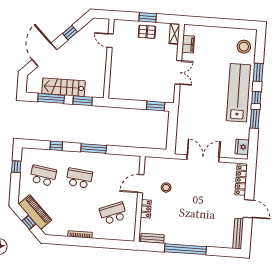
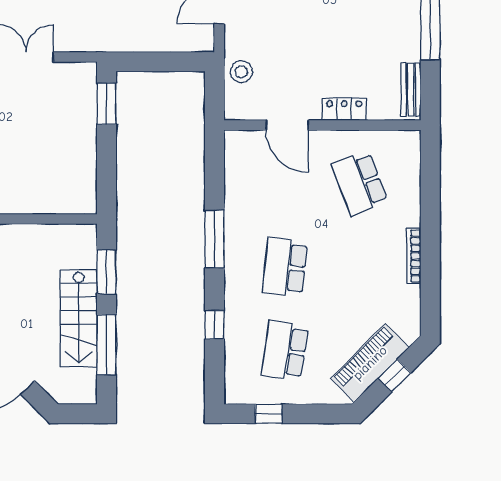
stool: (166, 188) -> (241, 72), moved

